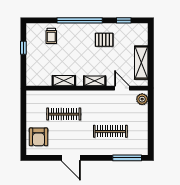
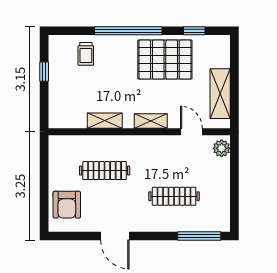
pallet: (104, 40) -> (165, 60), width x2.05, depth x2.00

